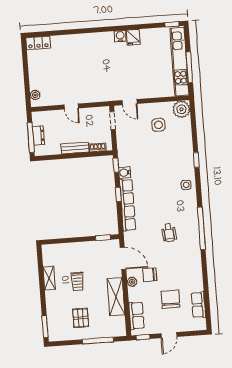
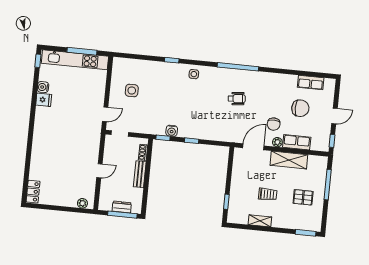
water cooler: (120, 36) -> (43, 87), moved
plant: (181, 109) -> (121, 66), removed
row of seats: (128, 205) -> (203, 133), removed
window: (103, 238) -> (226, 202), moved
chair: (171, 299) -> (300, 108), turned 180
row of seats: (136, 316) -> (297, 142), moved
door: (169, 335) -> (335, 116), hinge flipped

